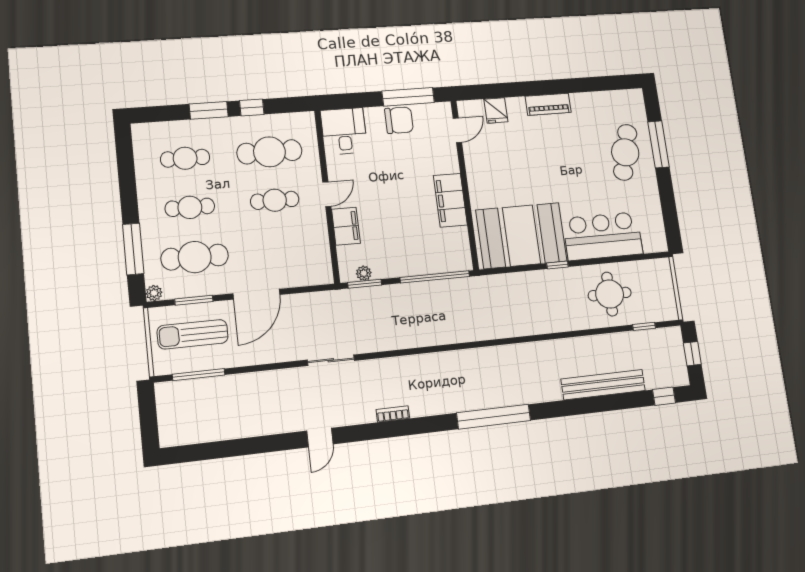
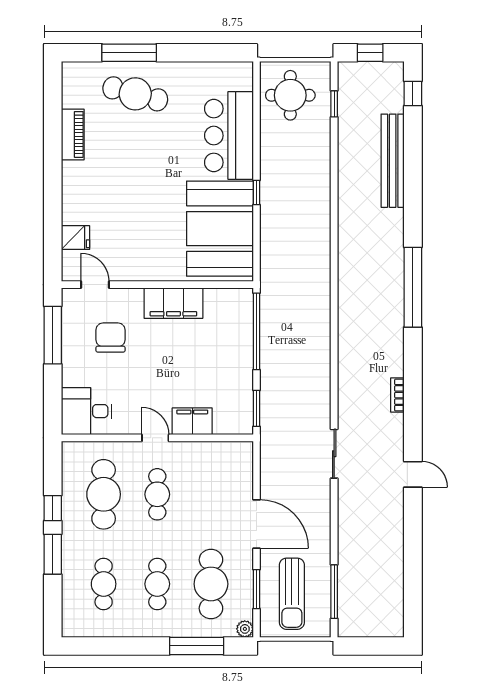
piano: (548, 104) -> (73, 134), moved
chair: (399, 120) -> (111, 337), moved
plant: (364, 273) -> (245, 408), removed
round table: (610, 294) -> (290, 95), moved

